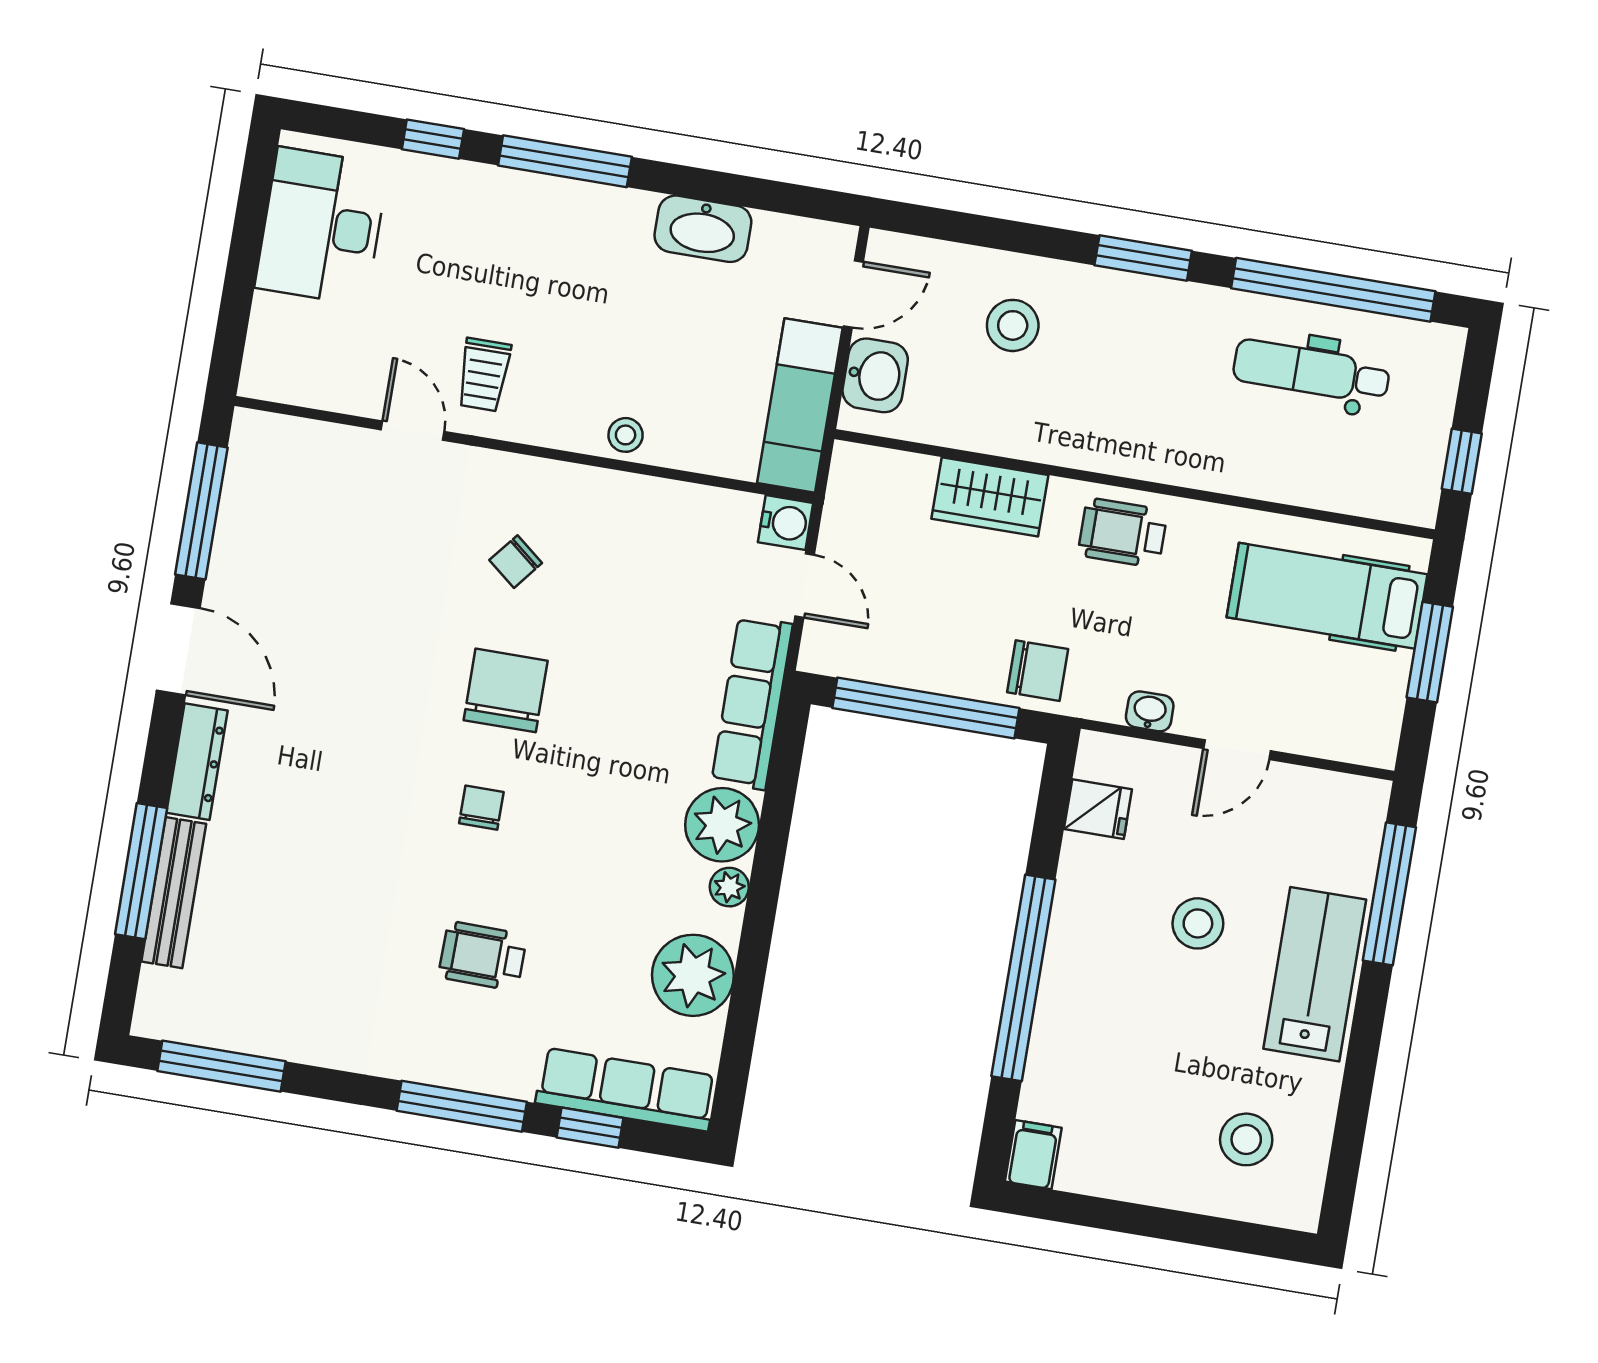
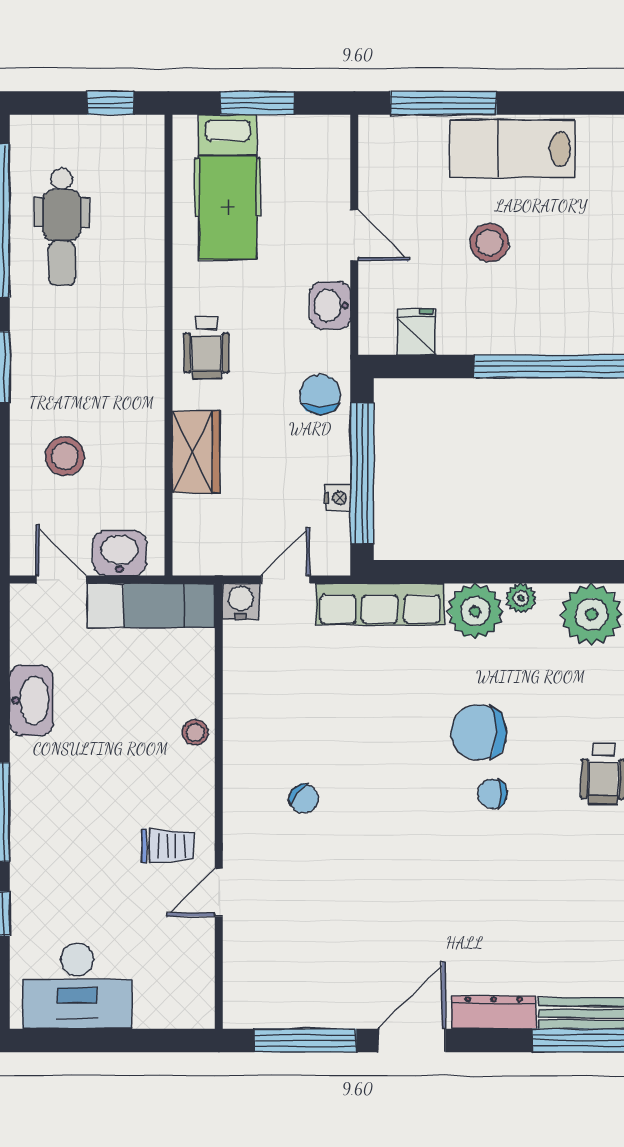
nightstand: (899, 671) -> (338, 498), added
chair: (506, 690) -> (479, 732), moved
washbasin: (1150, 711) -> (330, 305), width x1.38, depth x1.45

